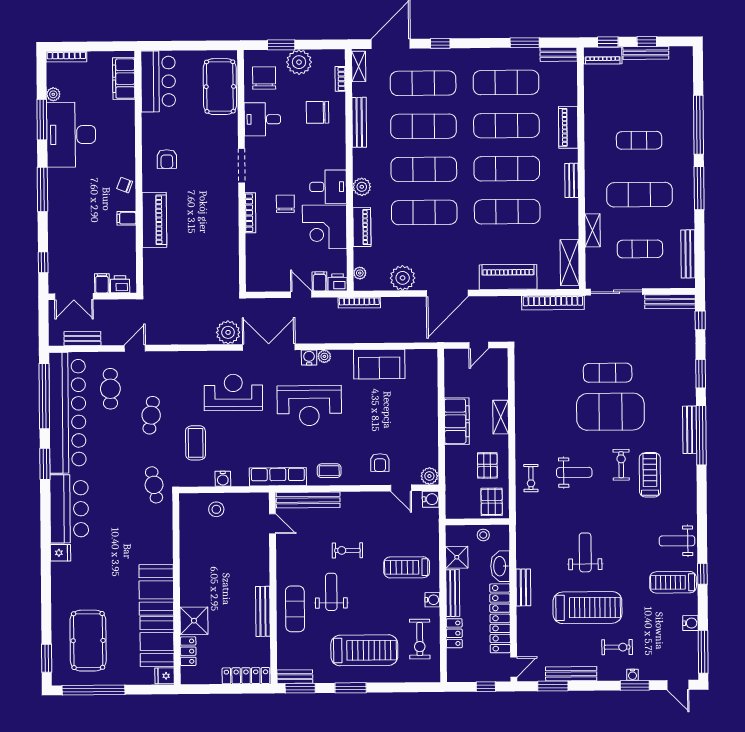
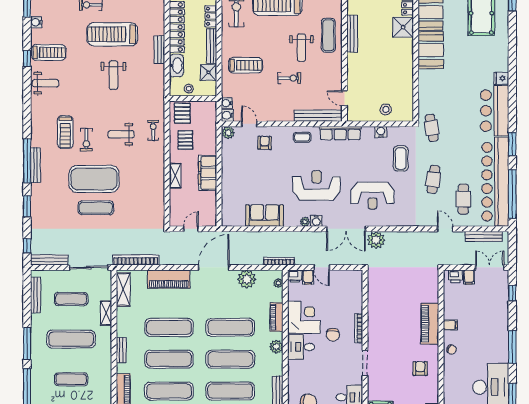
bench: (82, 338) -> (484, 236), width x1.36
door: (135, 348) -> (445, 229), swing flipped
water cooler: (432, 600) -> (227, 103), moved

